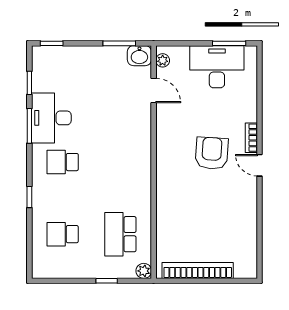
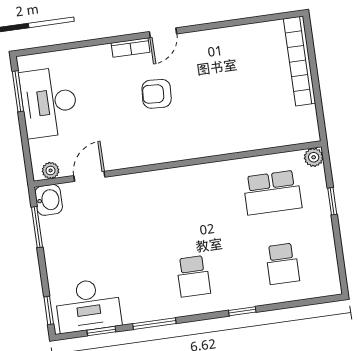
desk: (51, 118) -> (88, 305), moved
armchair: (212, 153) -> (157, 94), width x0.72, depth x0.72
bookcase: (198, 270) -> (300, 61), moved

